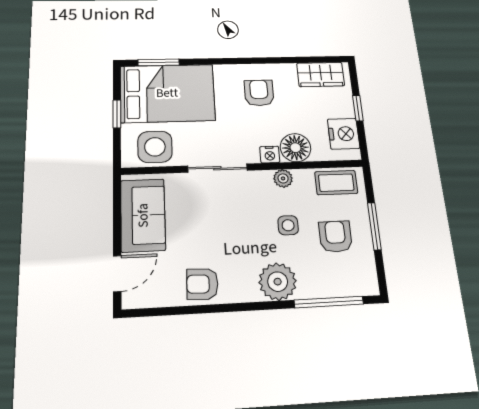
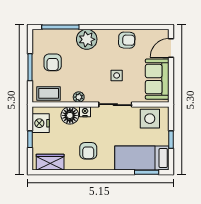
bed: (167, 93) -> (142, 158), width x0.67
side table: (288, 225) -> (117, 75), moved

